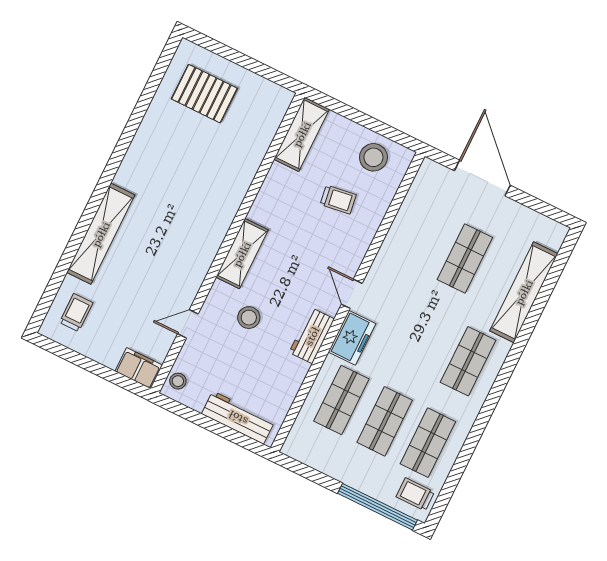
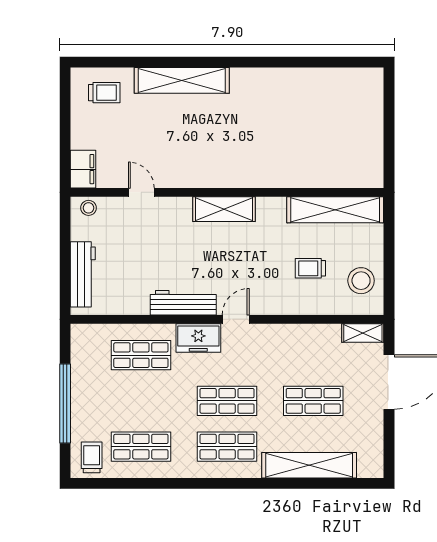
pallet: (204, 94) -> (344, 110), removed
shelving: (302, 134) -> (335, 210), width x1.47
shelving: (424, 180) -> (363, 333), added
trolley: (338, 200) -> (310, 268), turned 98
stool: (249, 318) -> (172, 242), removed
workbench: (312, 336) -> (183, 303), width x1.38
shop shelf: (385, 421) -> (227, 401), moved
window: (377, 507) -> (65, 404), moved

